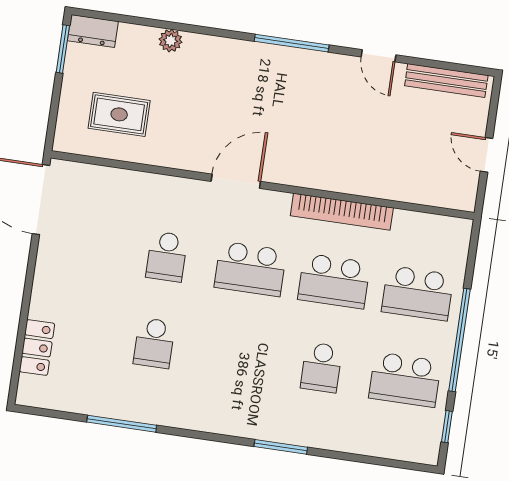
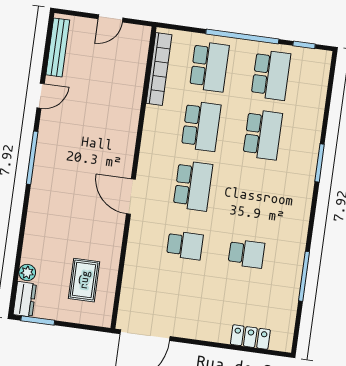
plant: (170, 41) -> (27, 273), moved
bookcase: (342, 212) -> (159, 69), moved
school desk: (321, 367) -> (263, 135), width x1.85

